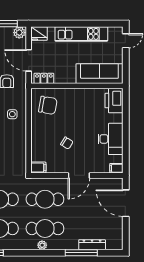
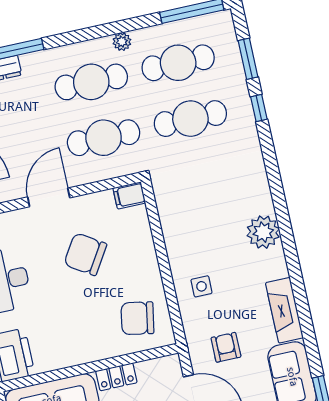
locker: (44, 78) -> (116, 377), moved
chair: (67, 143) -> (85, 254), width x1.87, depth x1.87
plant: (42, 245) -> (122, 42), moved

